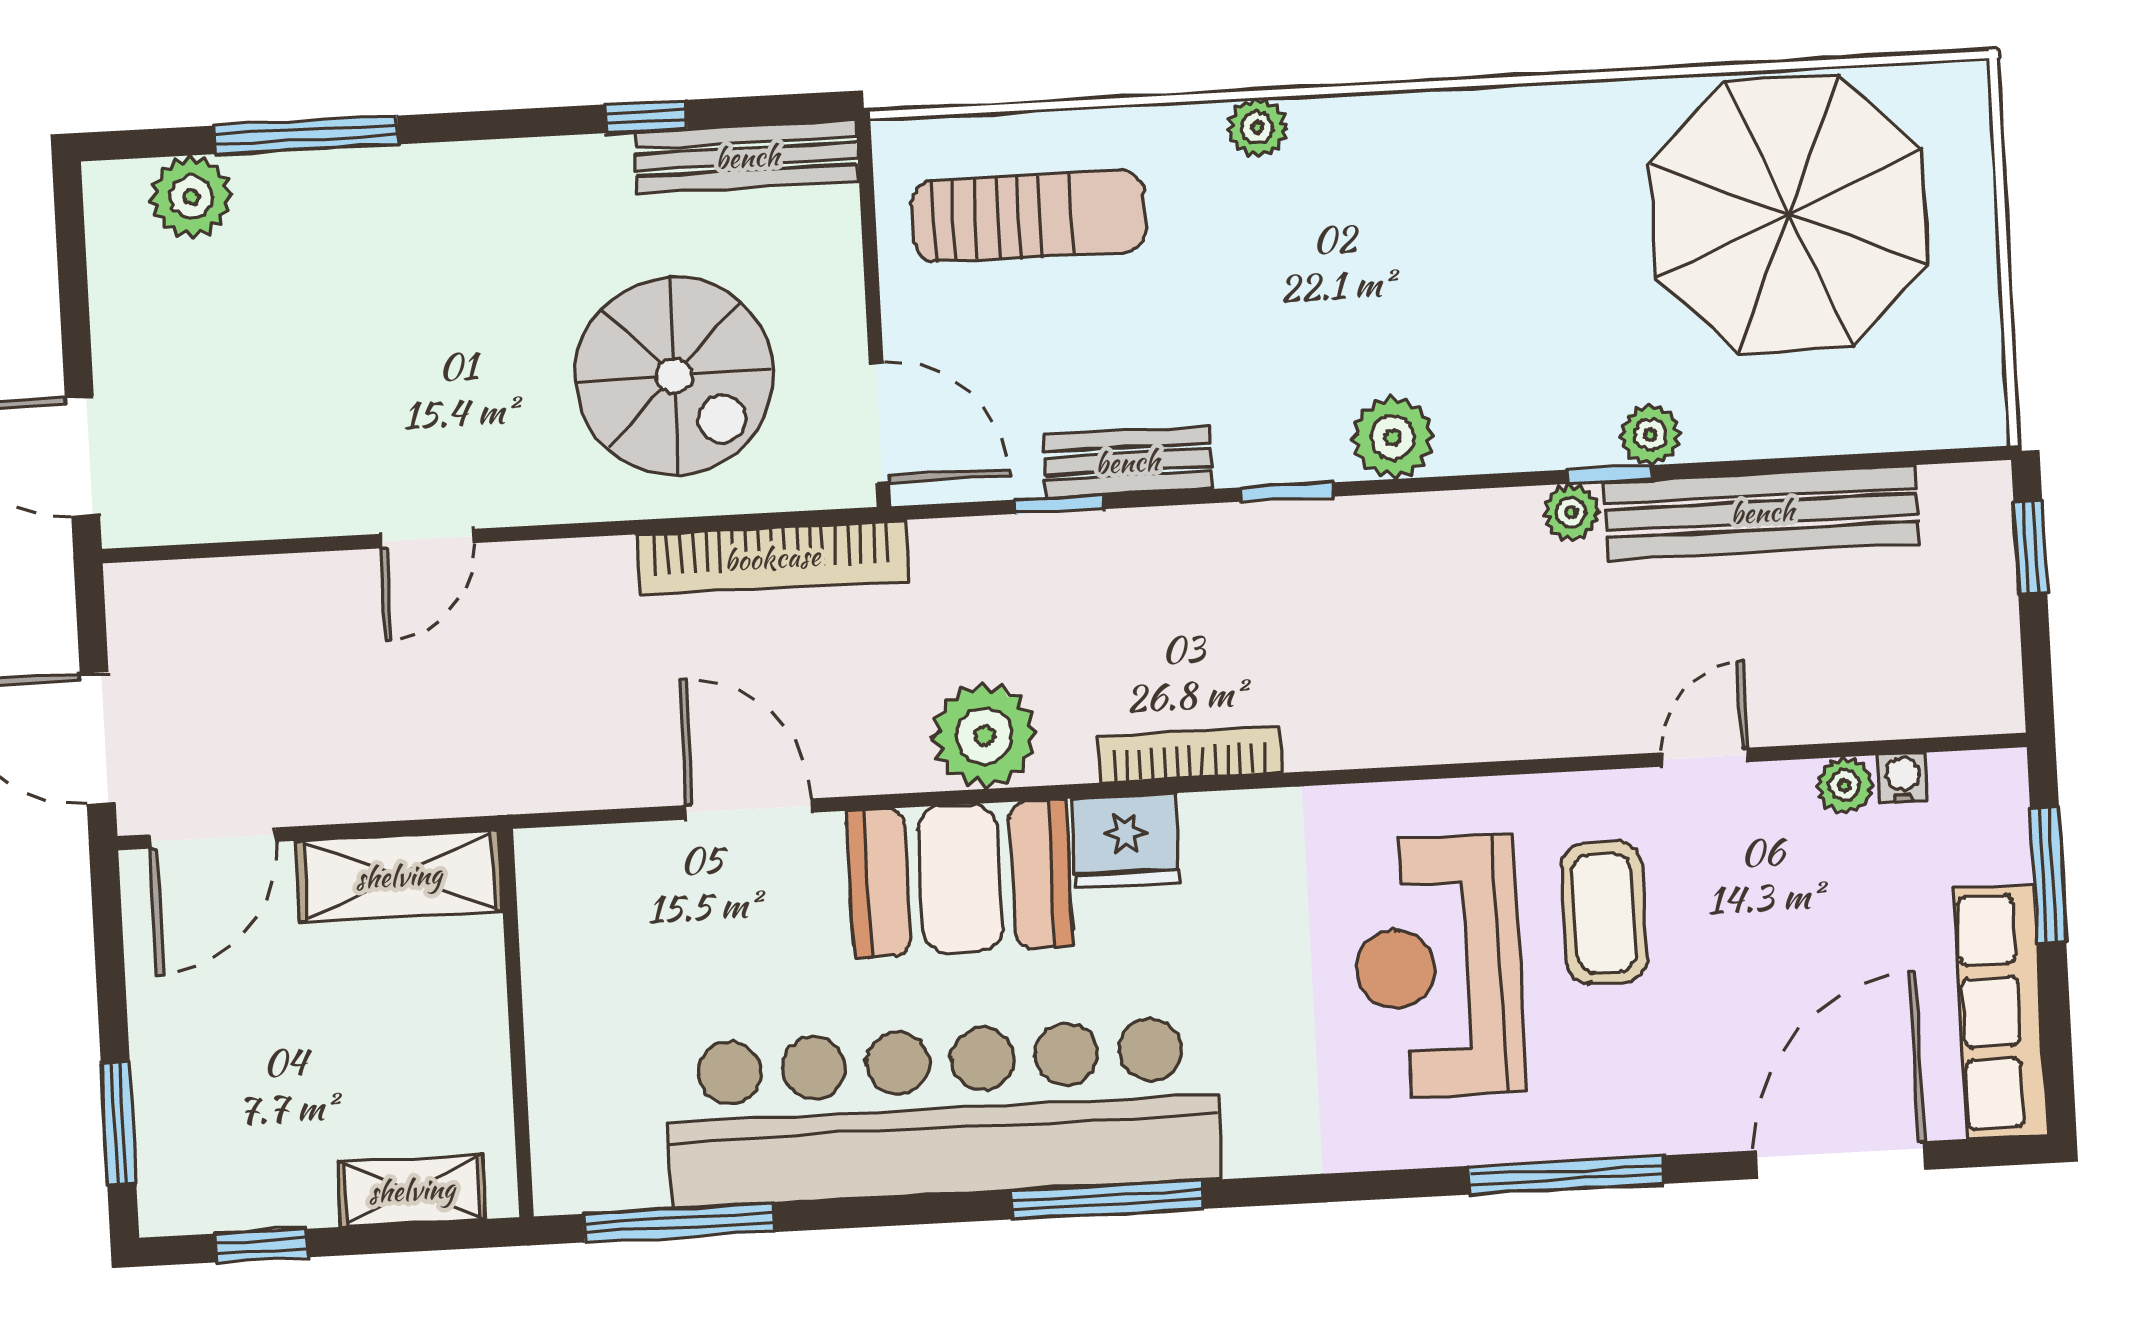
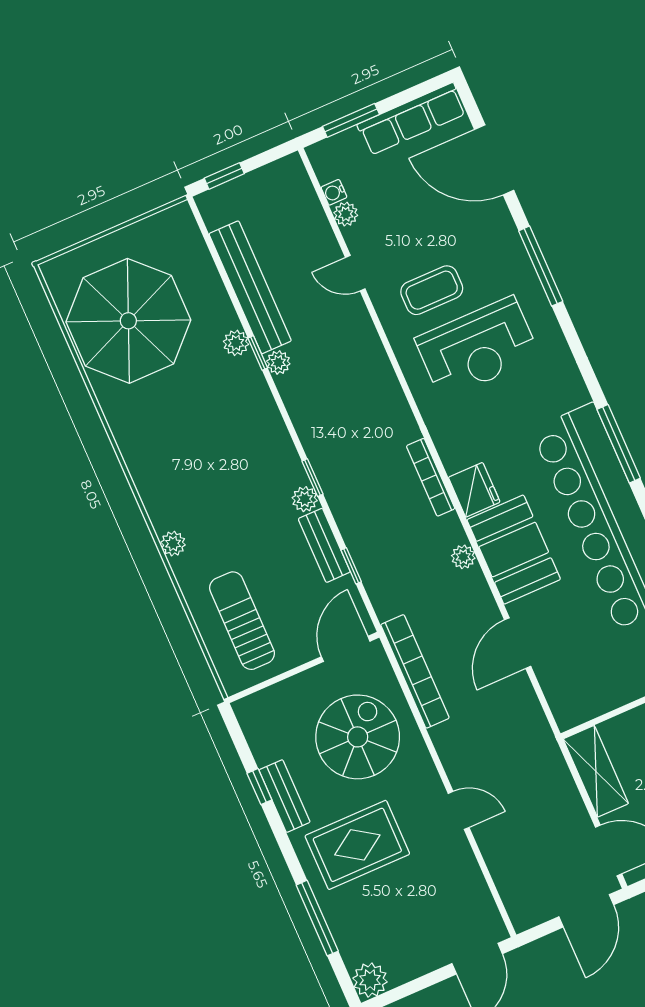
bench: (747, 157) -> (285, 796), moved, width x0.73
plant: (191, 197) -> (370, 980), moved
rug: (435, 285) -> (357, 845), added
plant: (1393, 437) -> (305, 499), moved, width x0.73, depth x0.73
plant: (984, 736) -> (463, 557), width x0.53, depth x0.53

